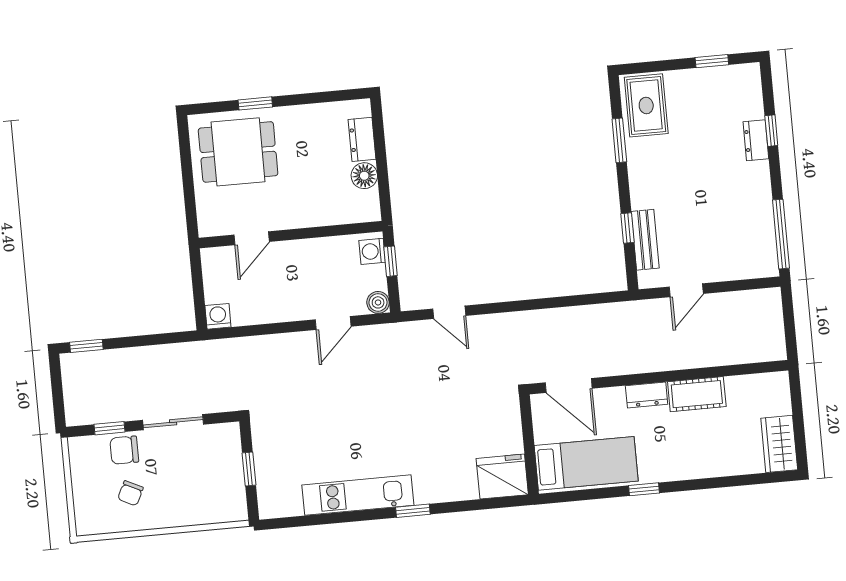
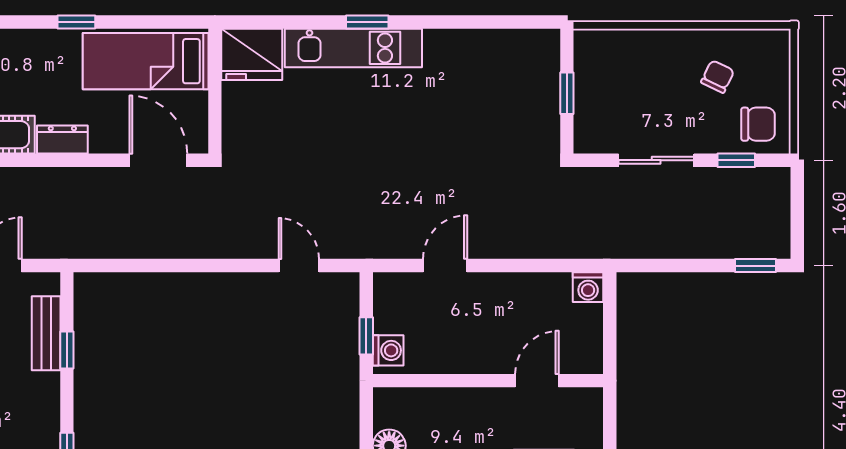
boiler: (378, 302) -> (387, 286), removed
chair: (124, 450) -> (758, 124), moved
kitchen unit: (358, 495) -> (353, 48), moved

